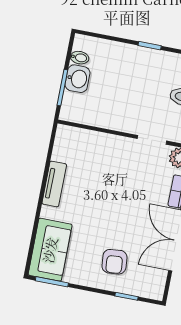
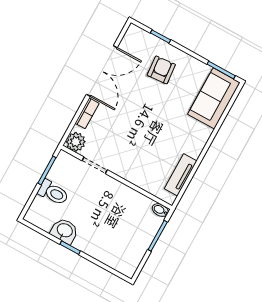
bidet: (80, 58) -> (160, 210), moved
washbasin: (77, 79) -> (64, 231), moved, turned 90
tv unit: (54, 184) -> (181, 175), moved

